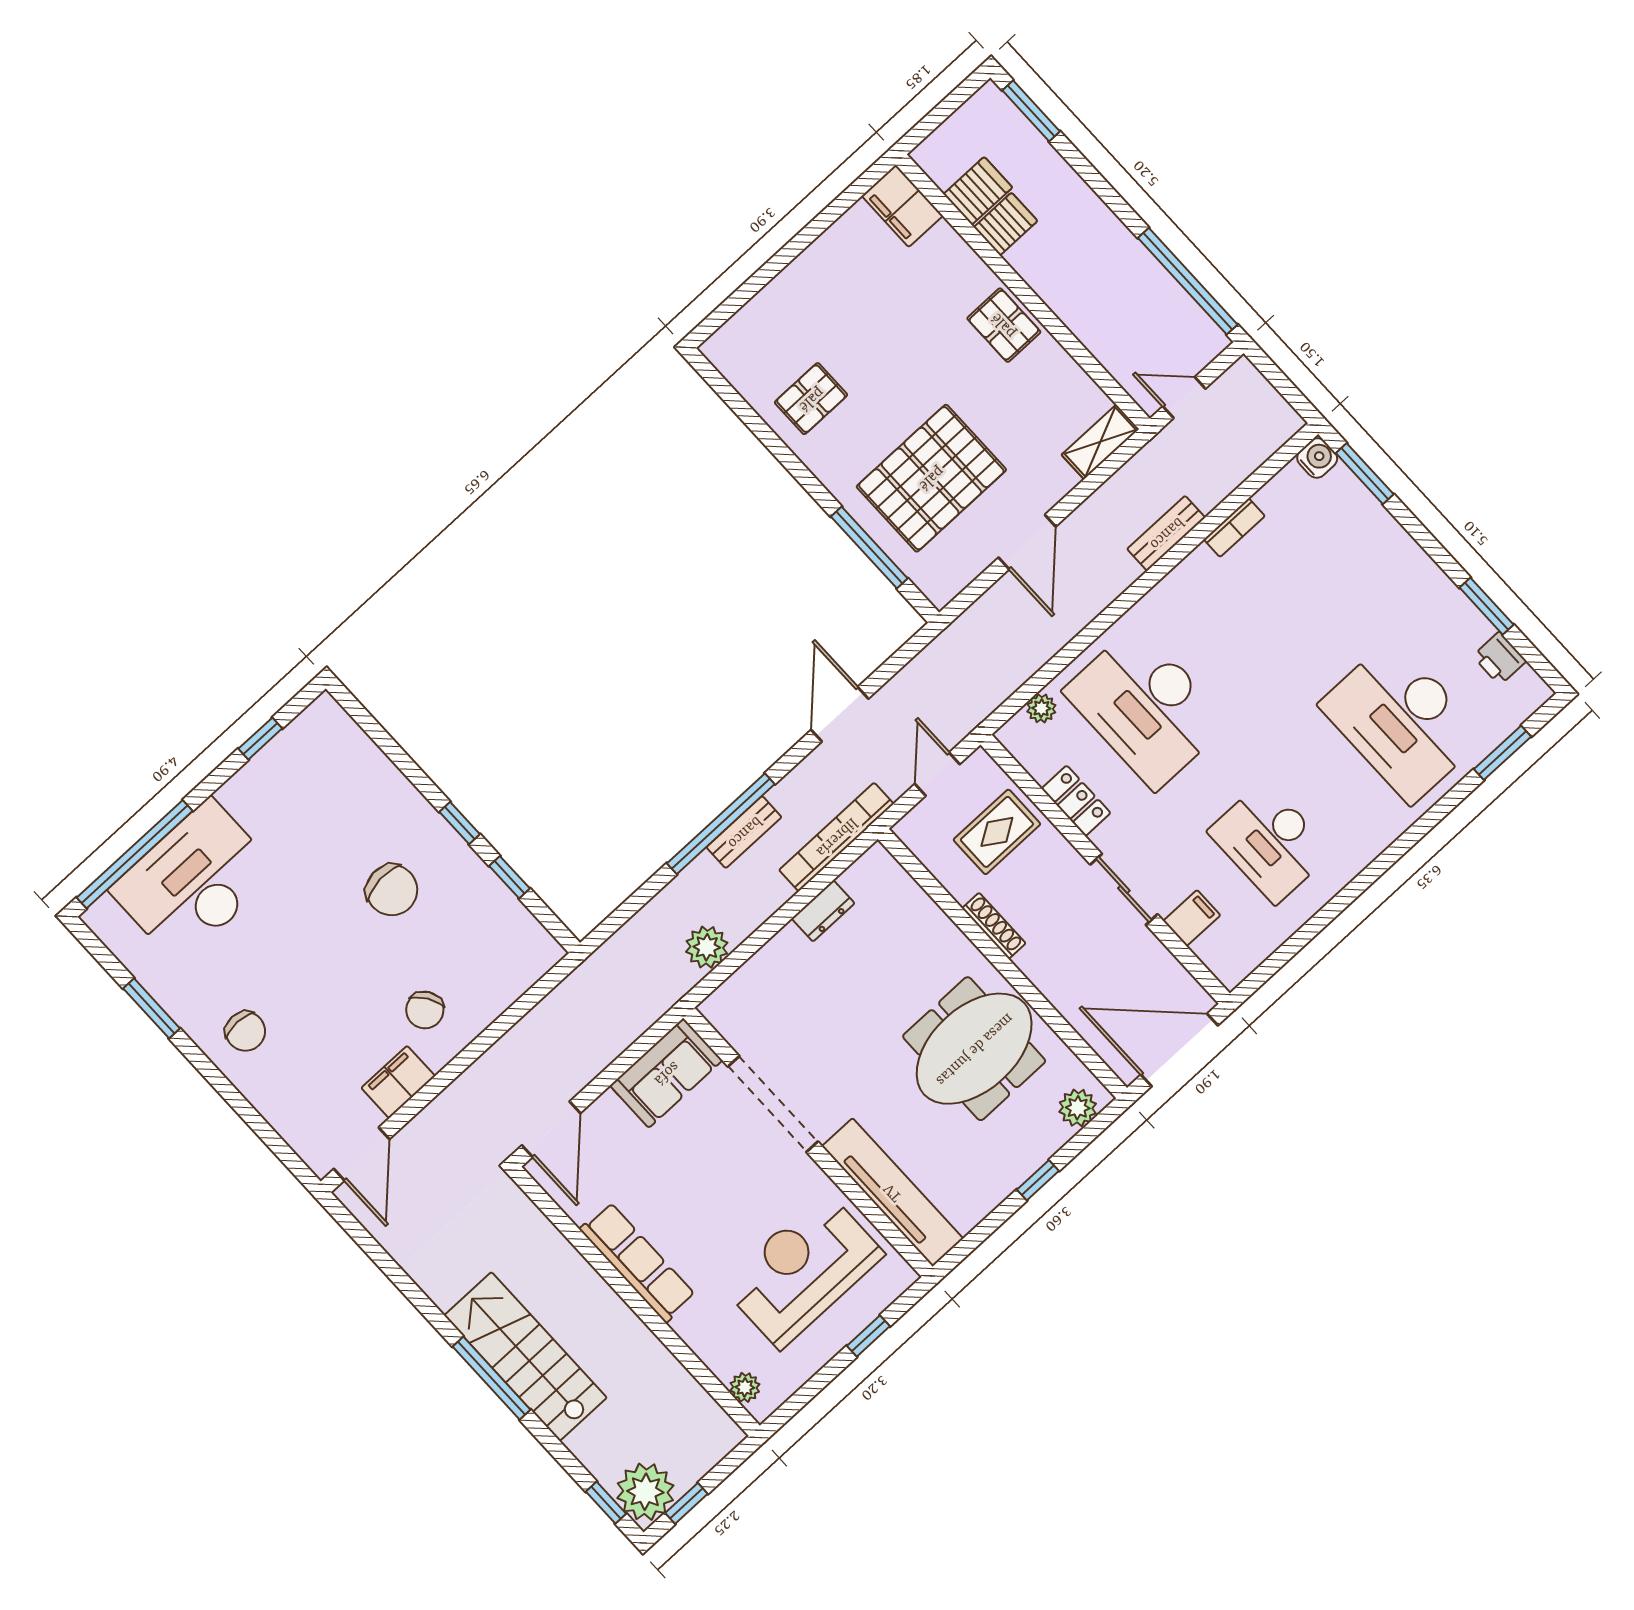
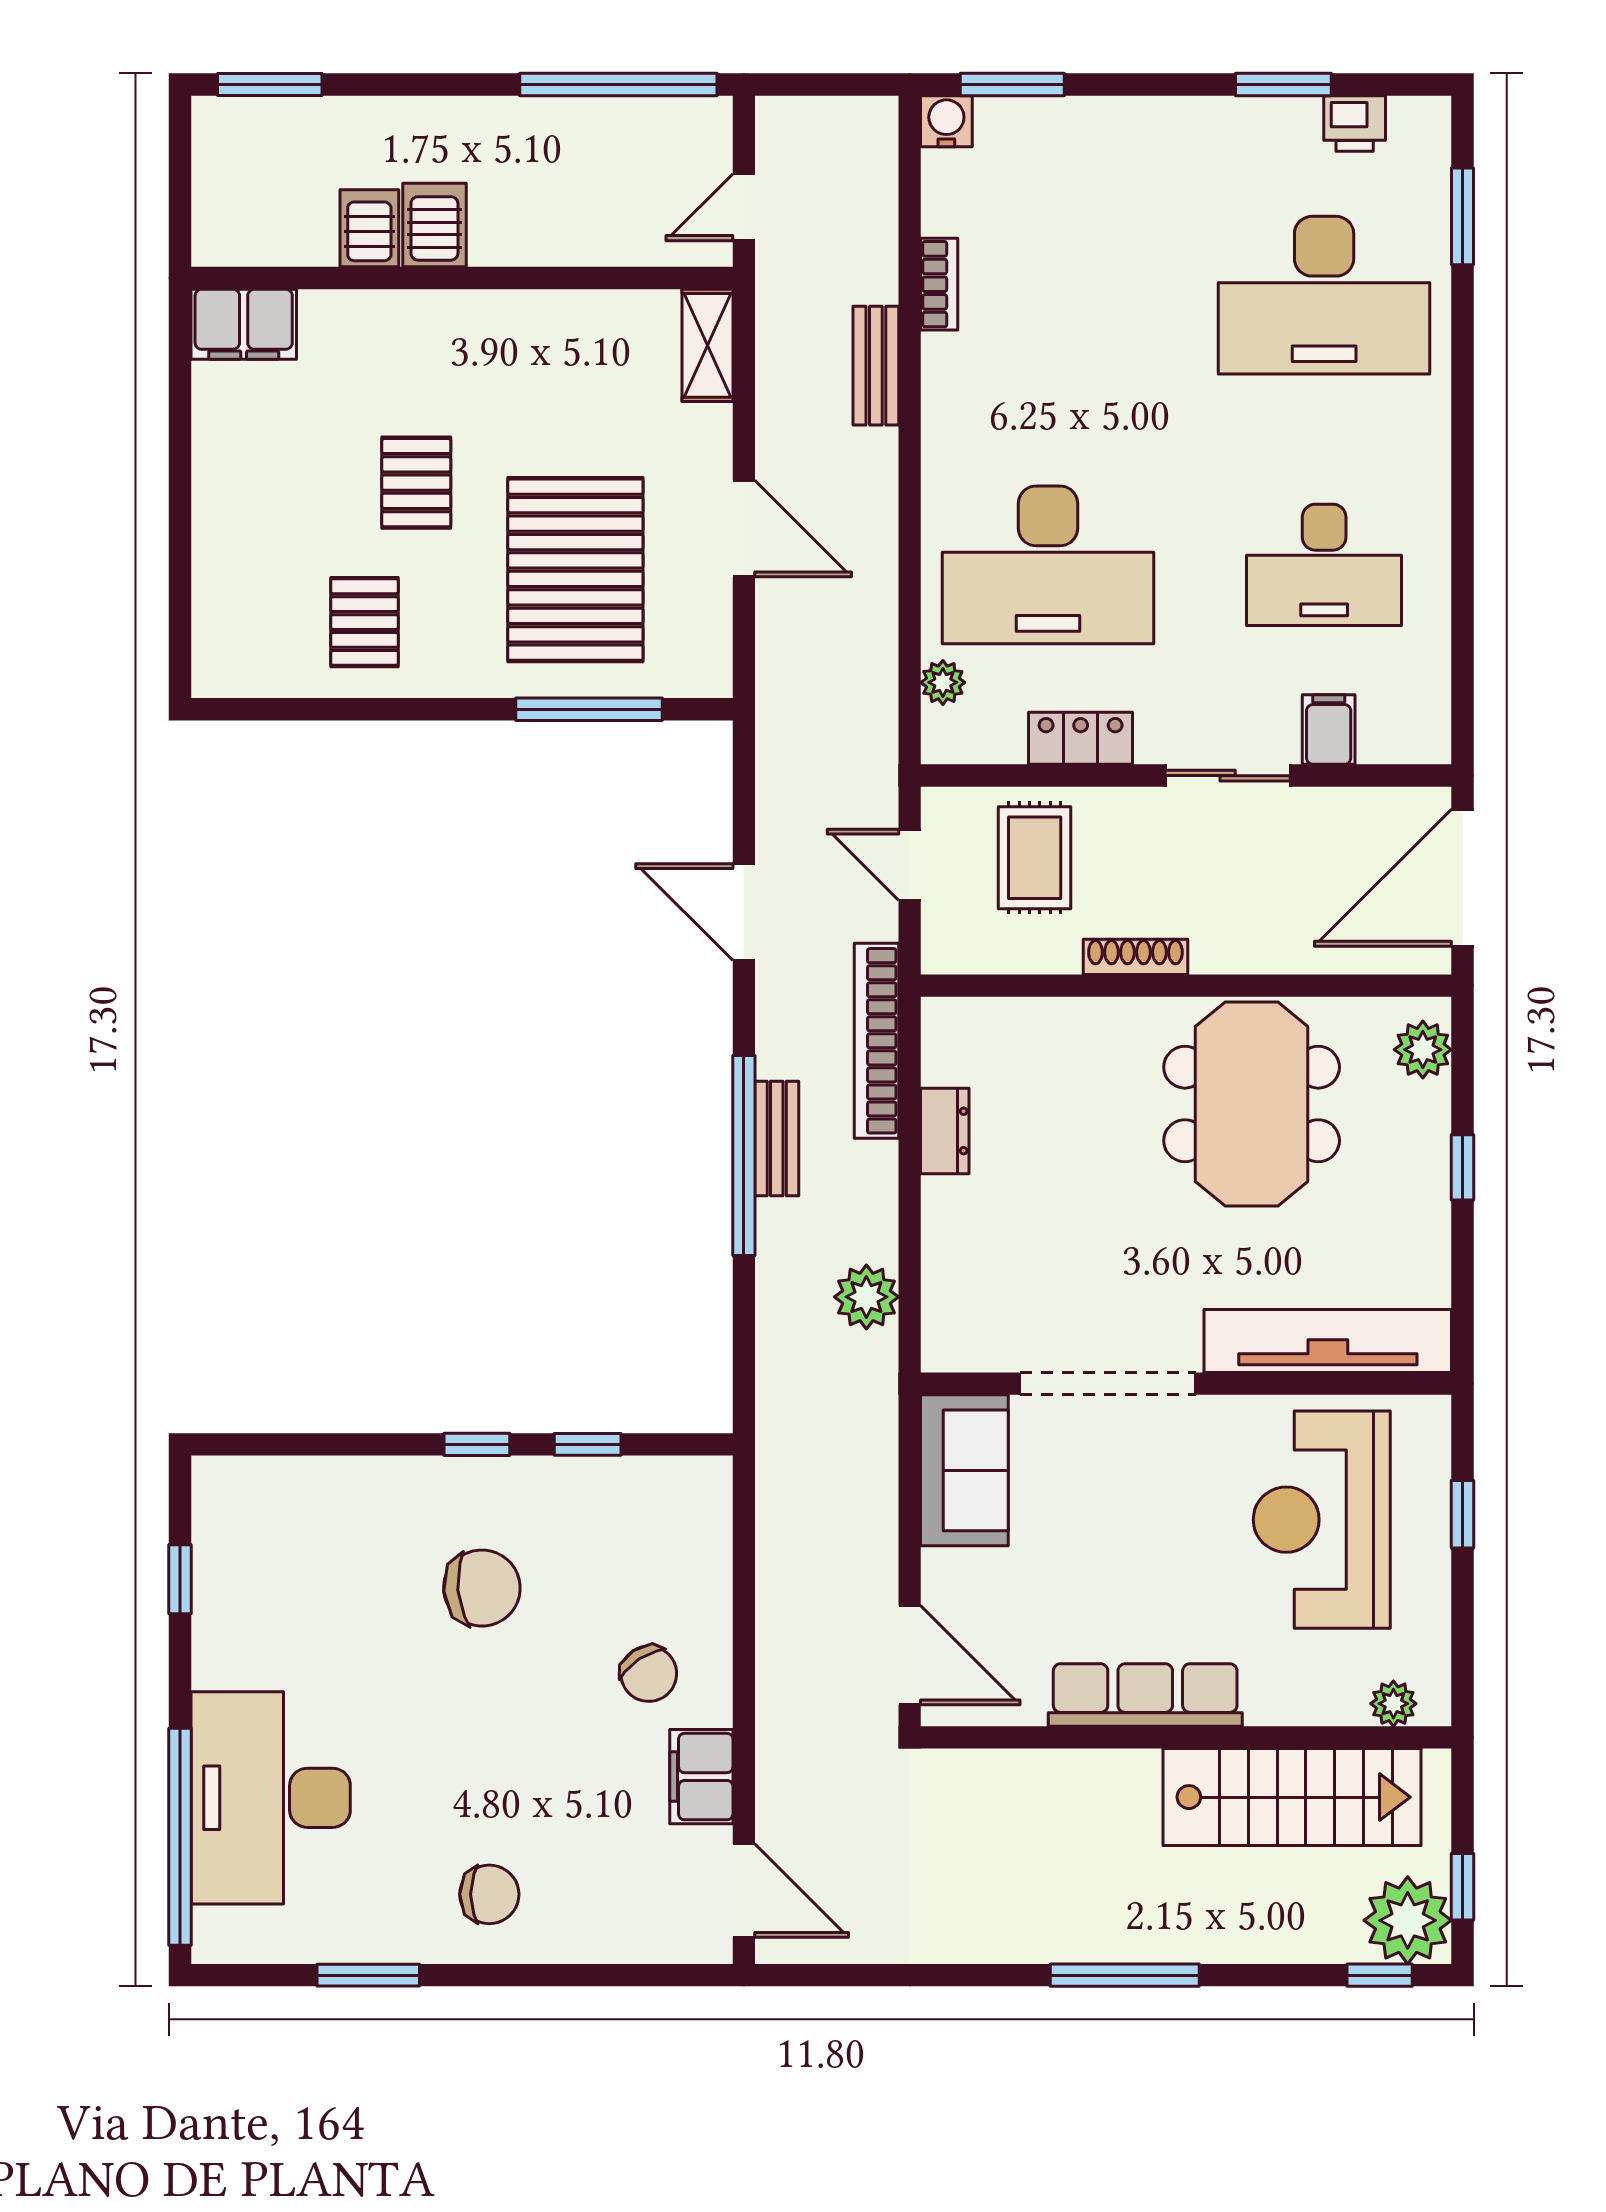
server rack: (978, 191) -> (434, 225), moved
pallet: (1004, 325) -> (416, 483), moved, turned 90
stairs: (525, 1356) -> (1292, 1797), moved, turned 180

